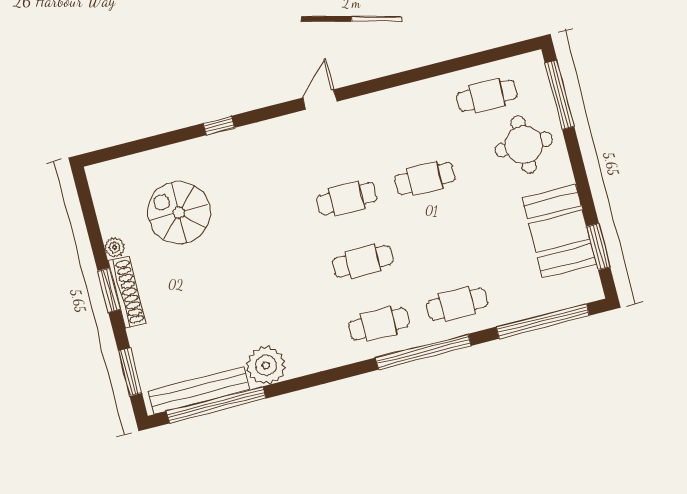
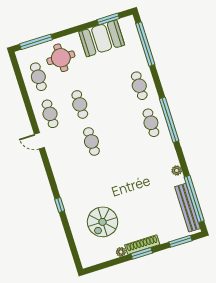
door: (320, 100) -> (39, 141), moved
cafe table: (363, 261) -> (50, 114), moved
window: (423, 352) -> (169, 120), moved
plant: (266, 365) -> (177, 170), width x0.53, depth x0.53

